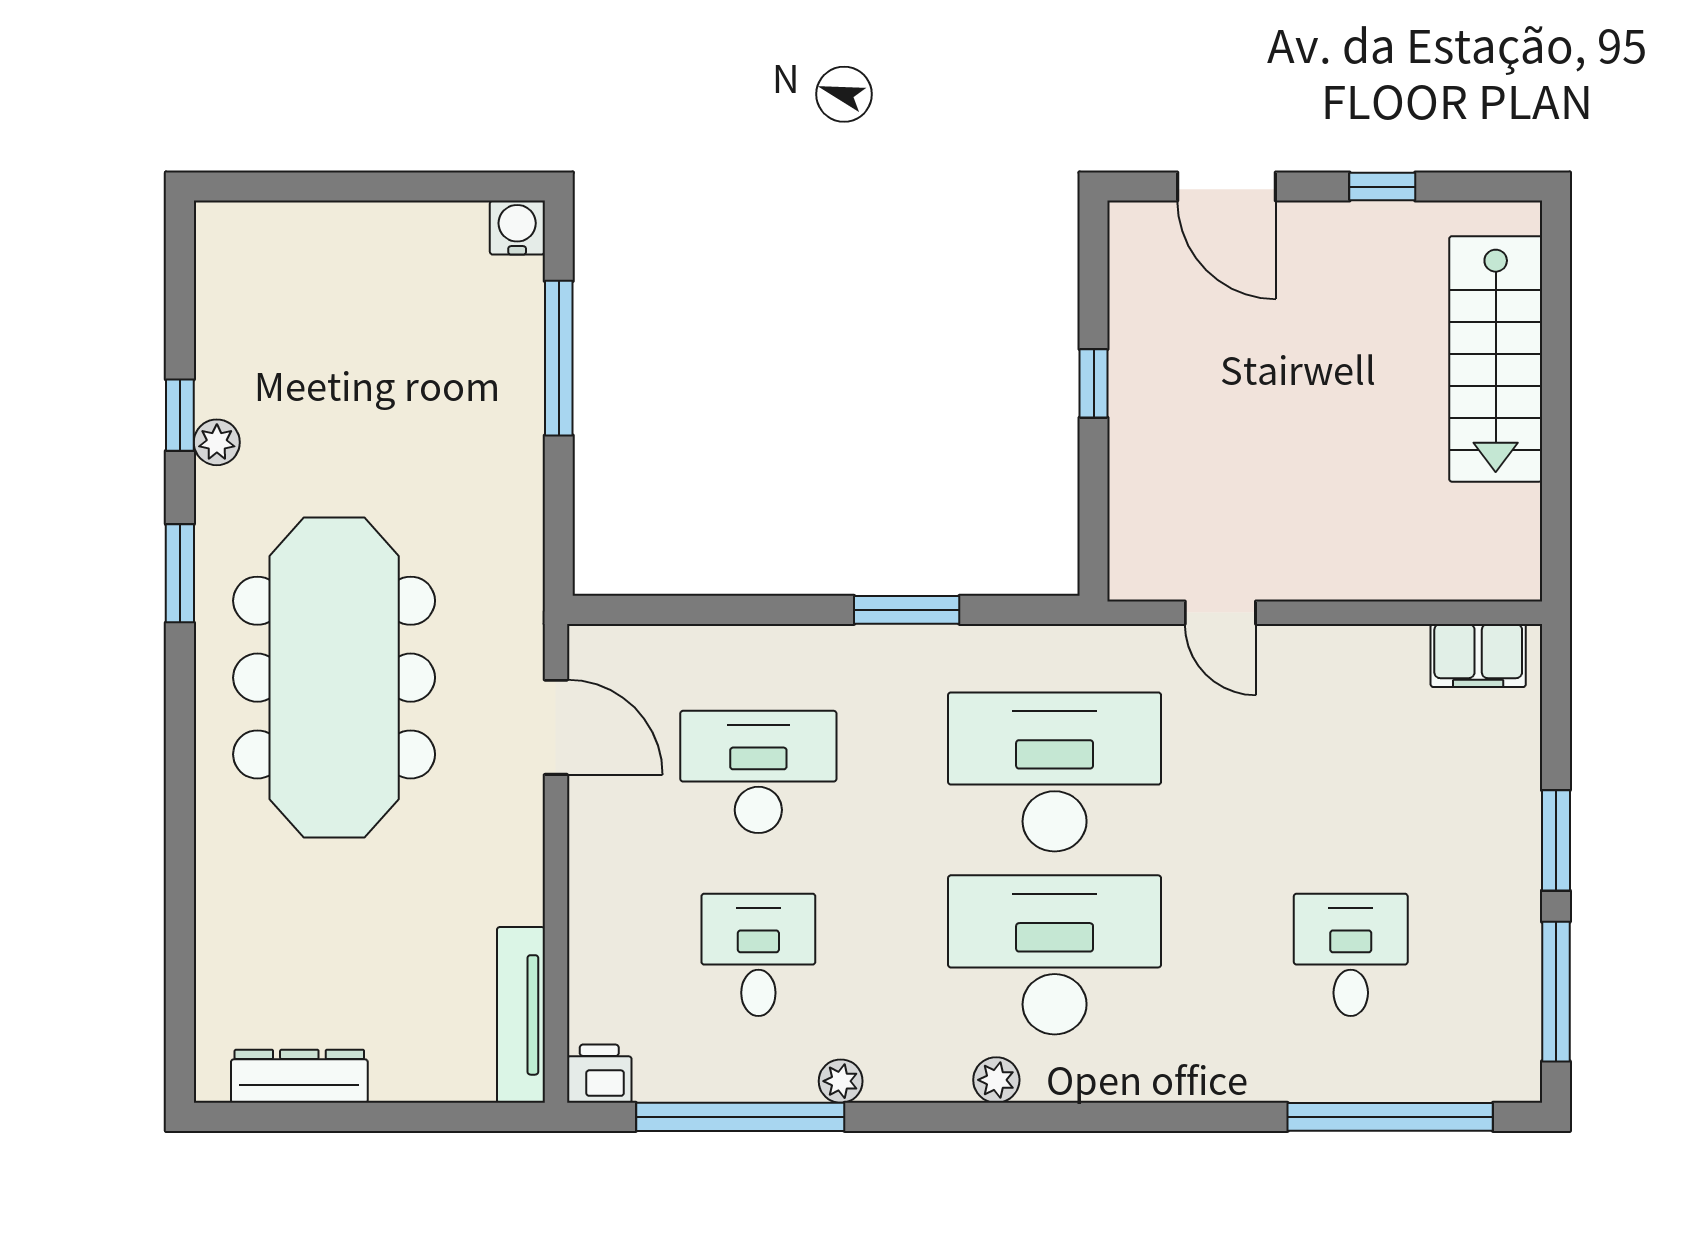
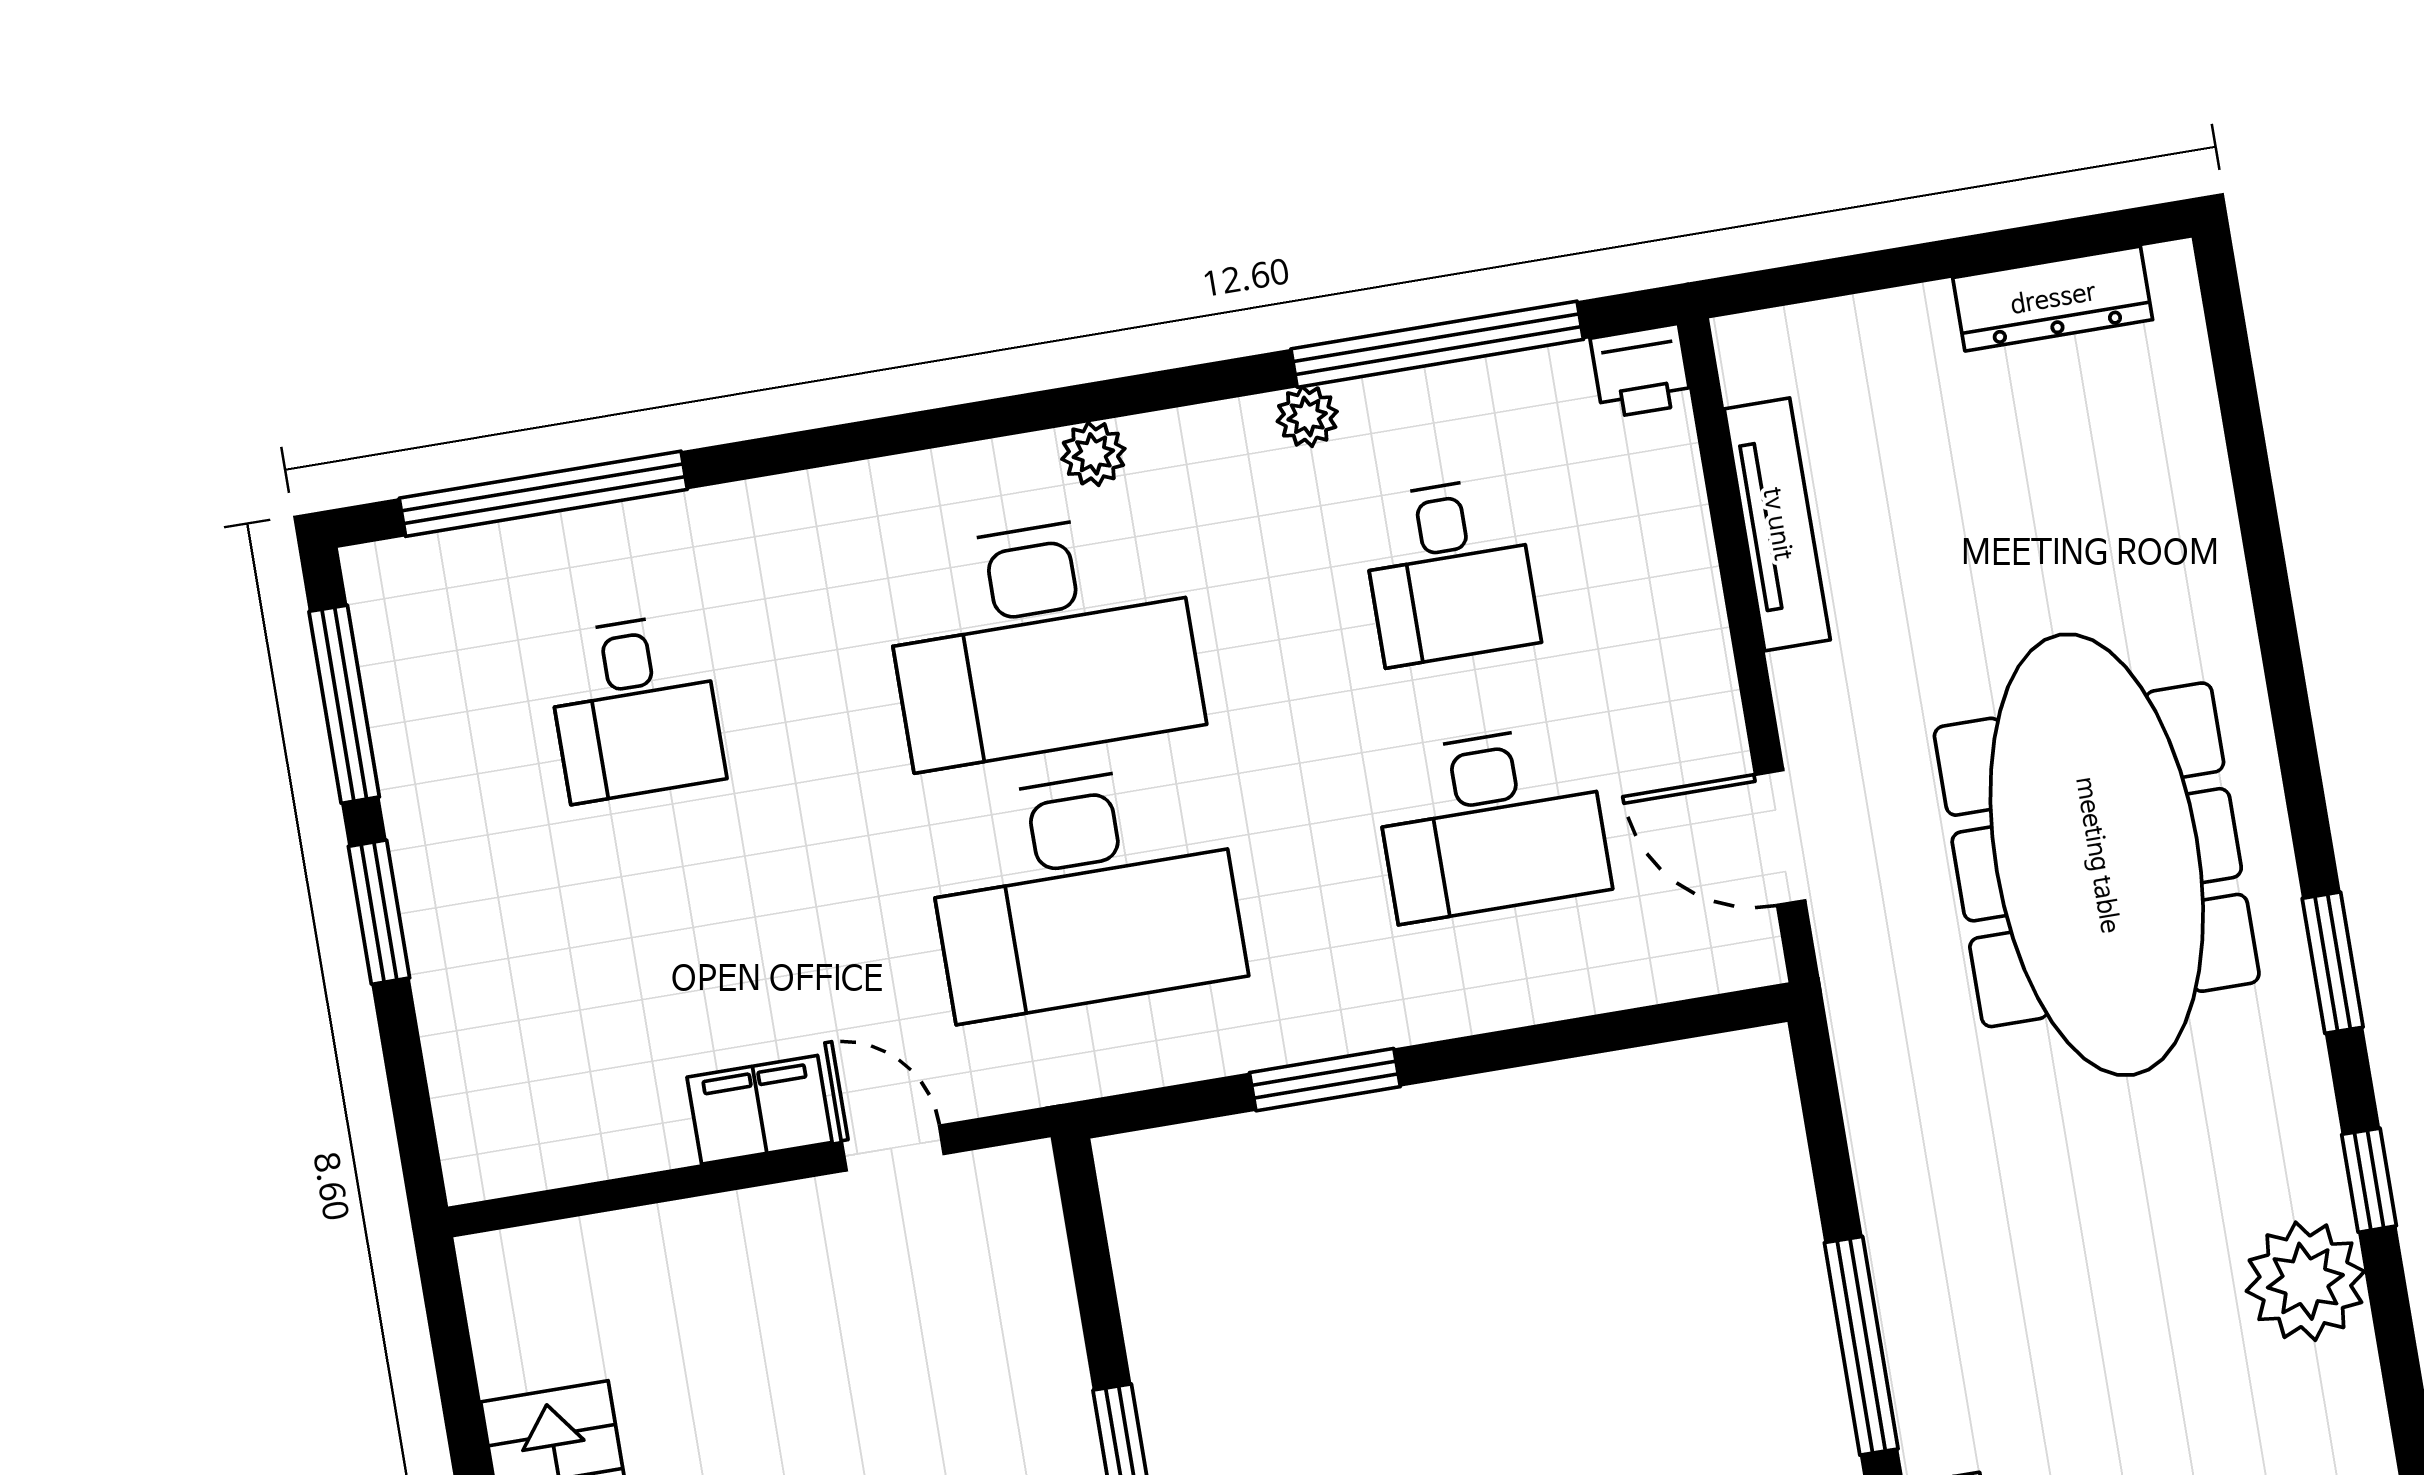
plant: (217, 442) -> (2305, 1281), moved, width x1.88, depth x1.88
filing cabinet: (1478, 656) -> (760, 1110), moved
tv unit: (521, 1015) -> (1777, 524), moved

